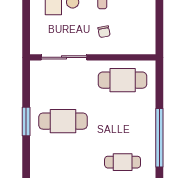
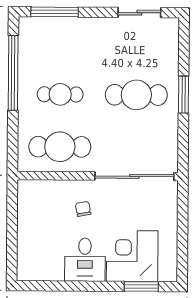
sliding door: (64, 57) -> (134, 176), width x1.36
cafe table: (123, 162) -> (60, 94), moved

